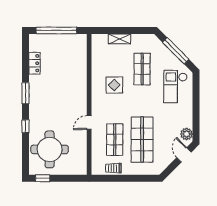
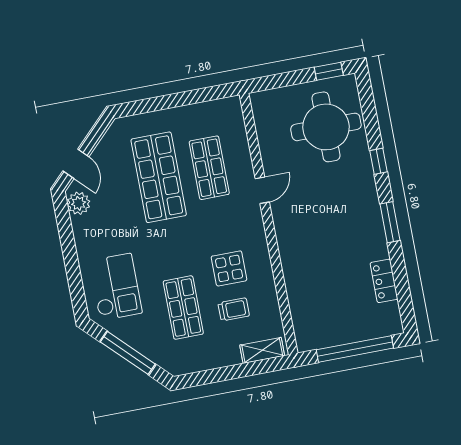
shelving: (119, 39) -> (262, 350), moved
trolley: (113, 168) -> (234, 309), moved

